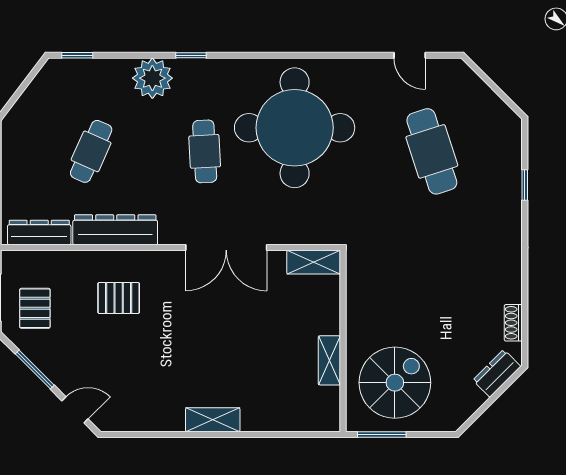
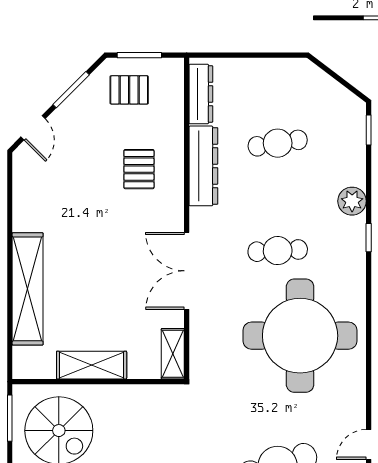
plant: (152, 78) -> (352, 201), width x0.73, depth x0.73
cafe table: (91, 151) -> (278, 143), turned -33
shelving: (329, 360) -> (92, 365), width x1.50, depth x1.33
shelving: (213, 420) -> (28, 289), width x2.20, depth x1.33

